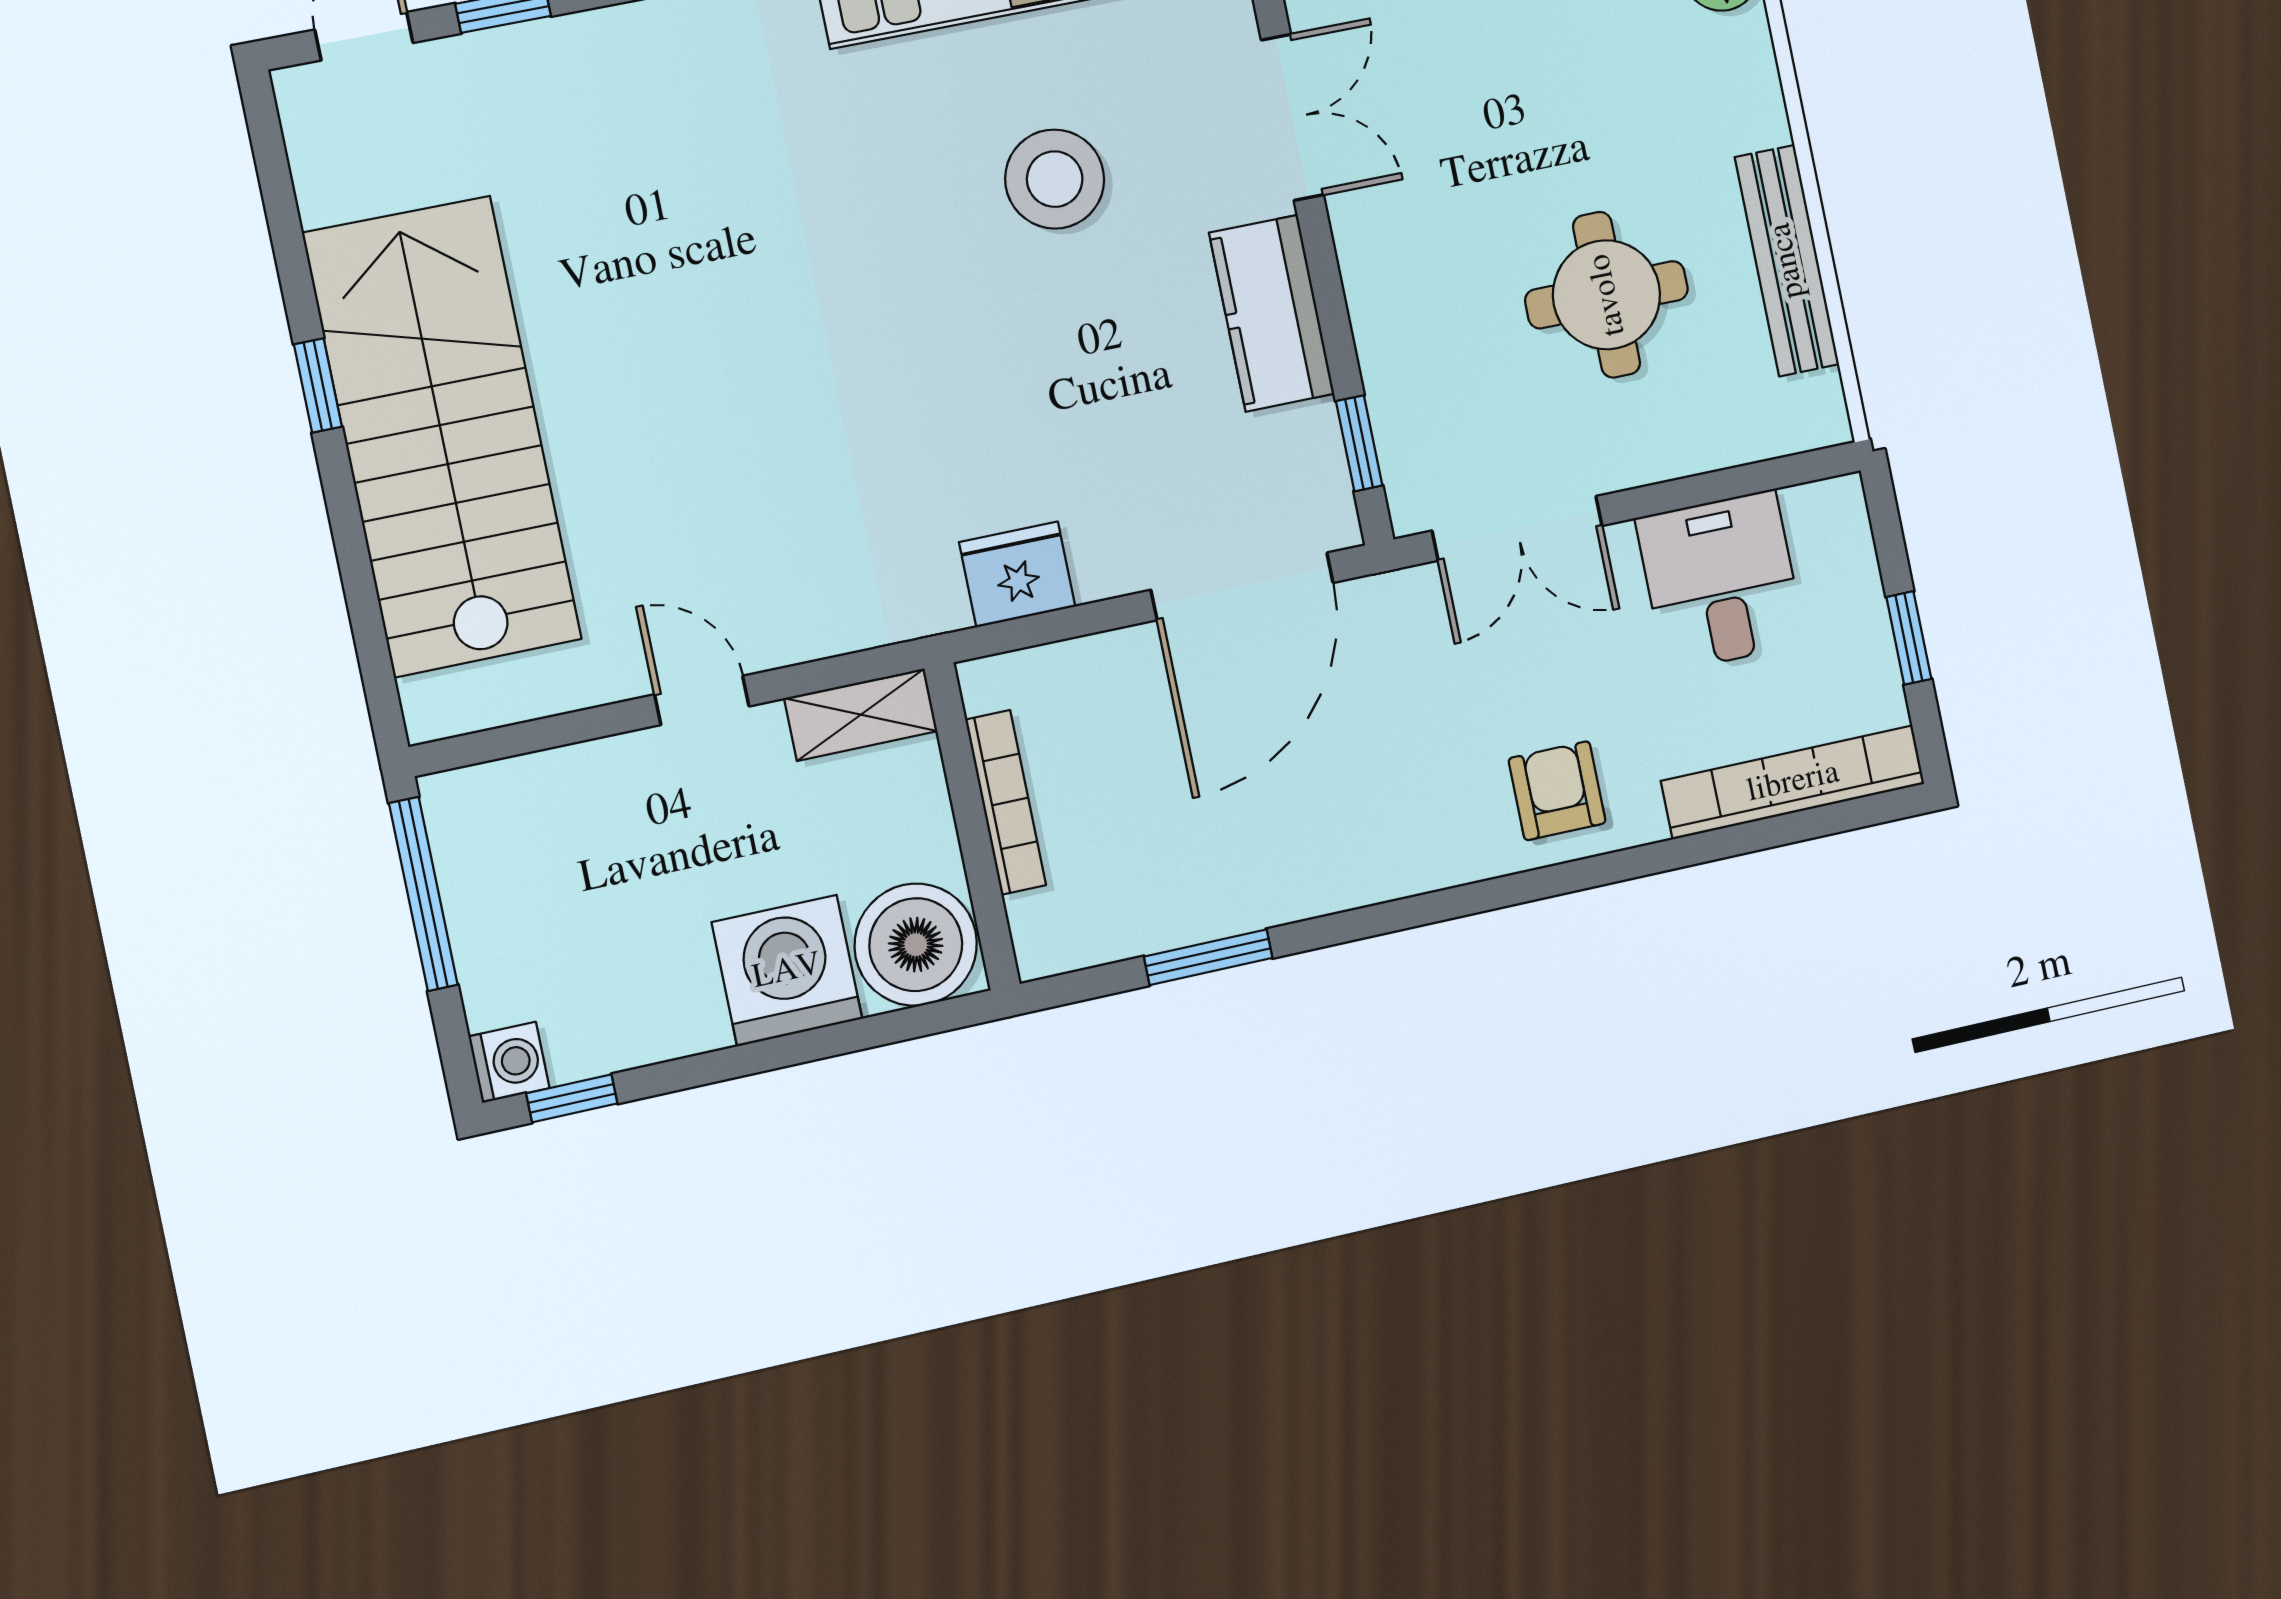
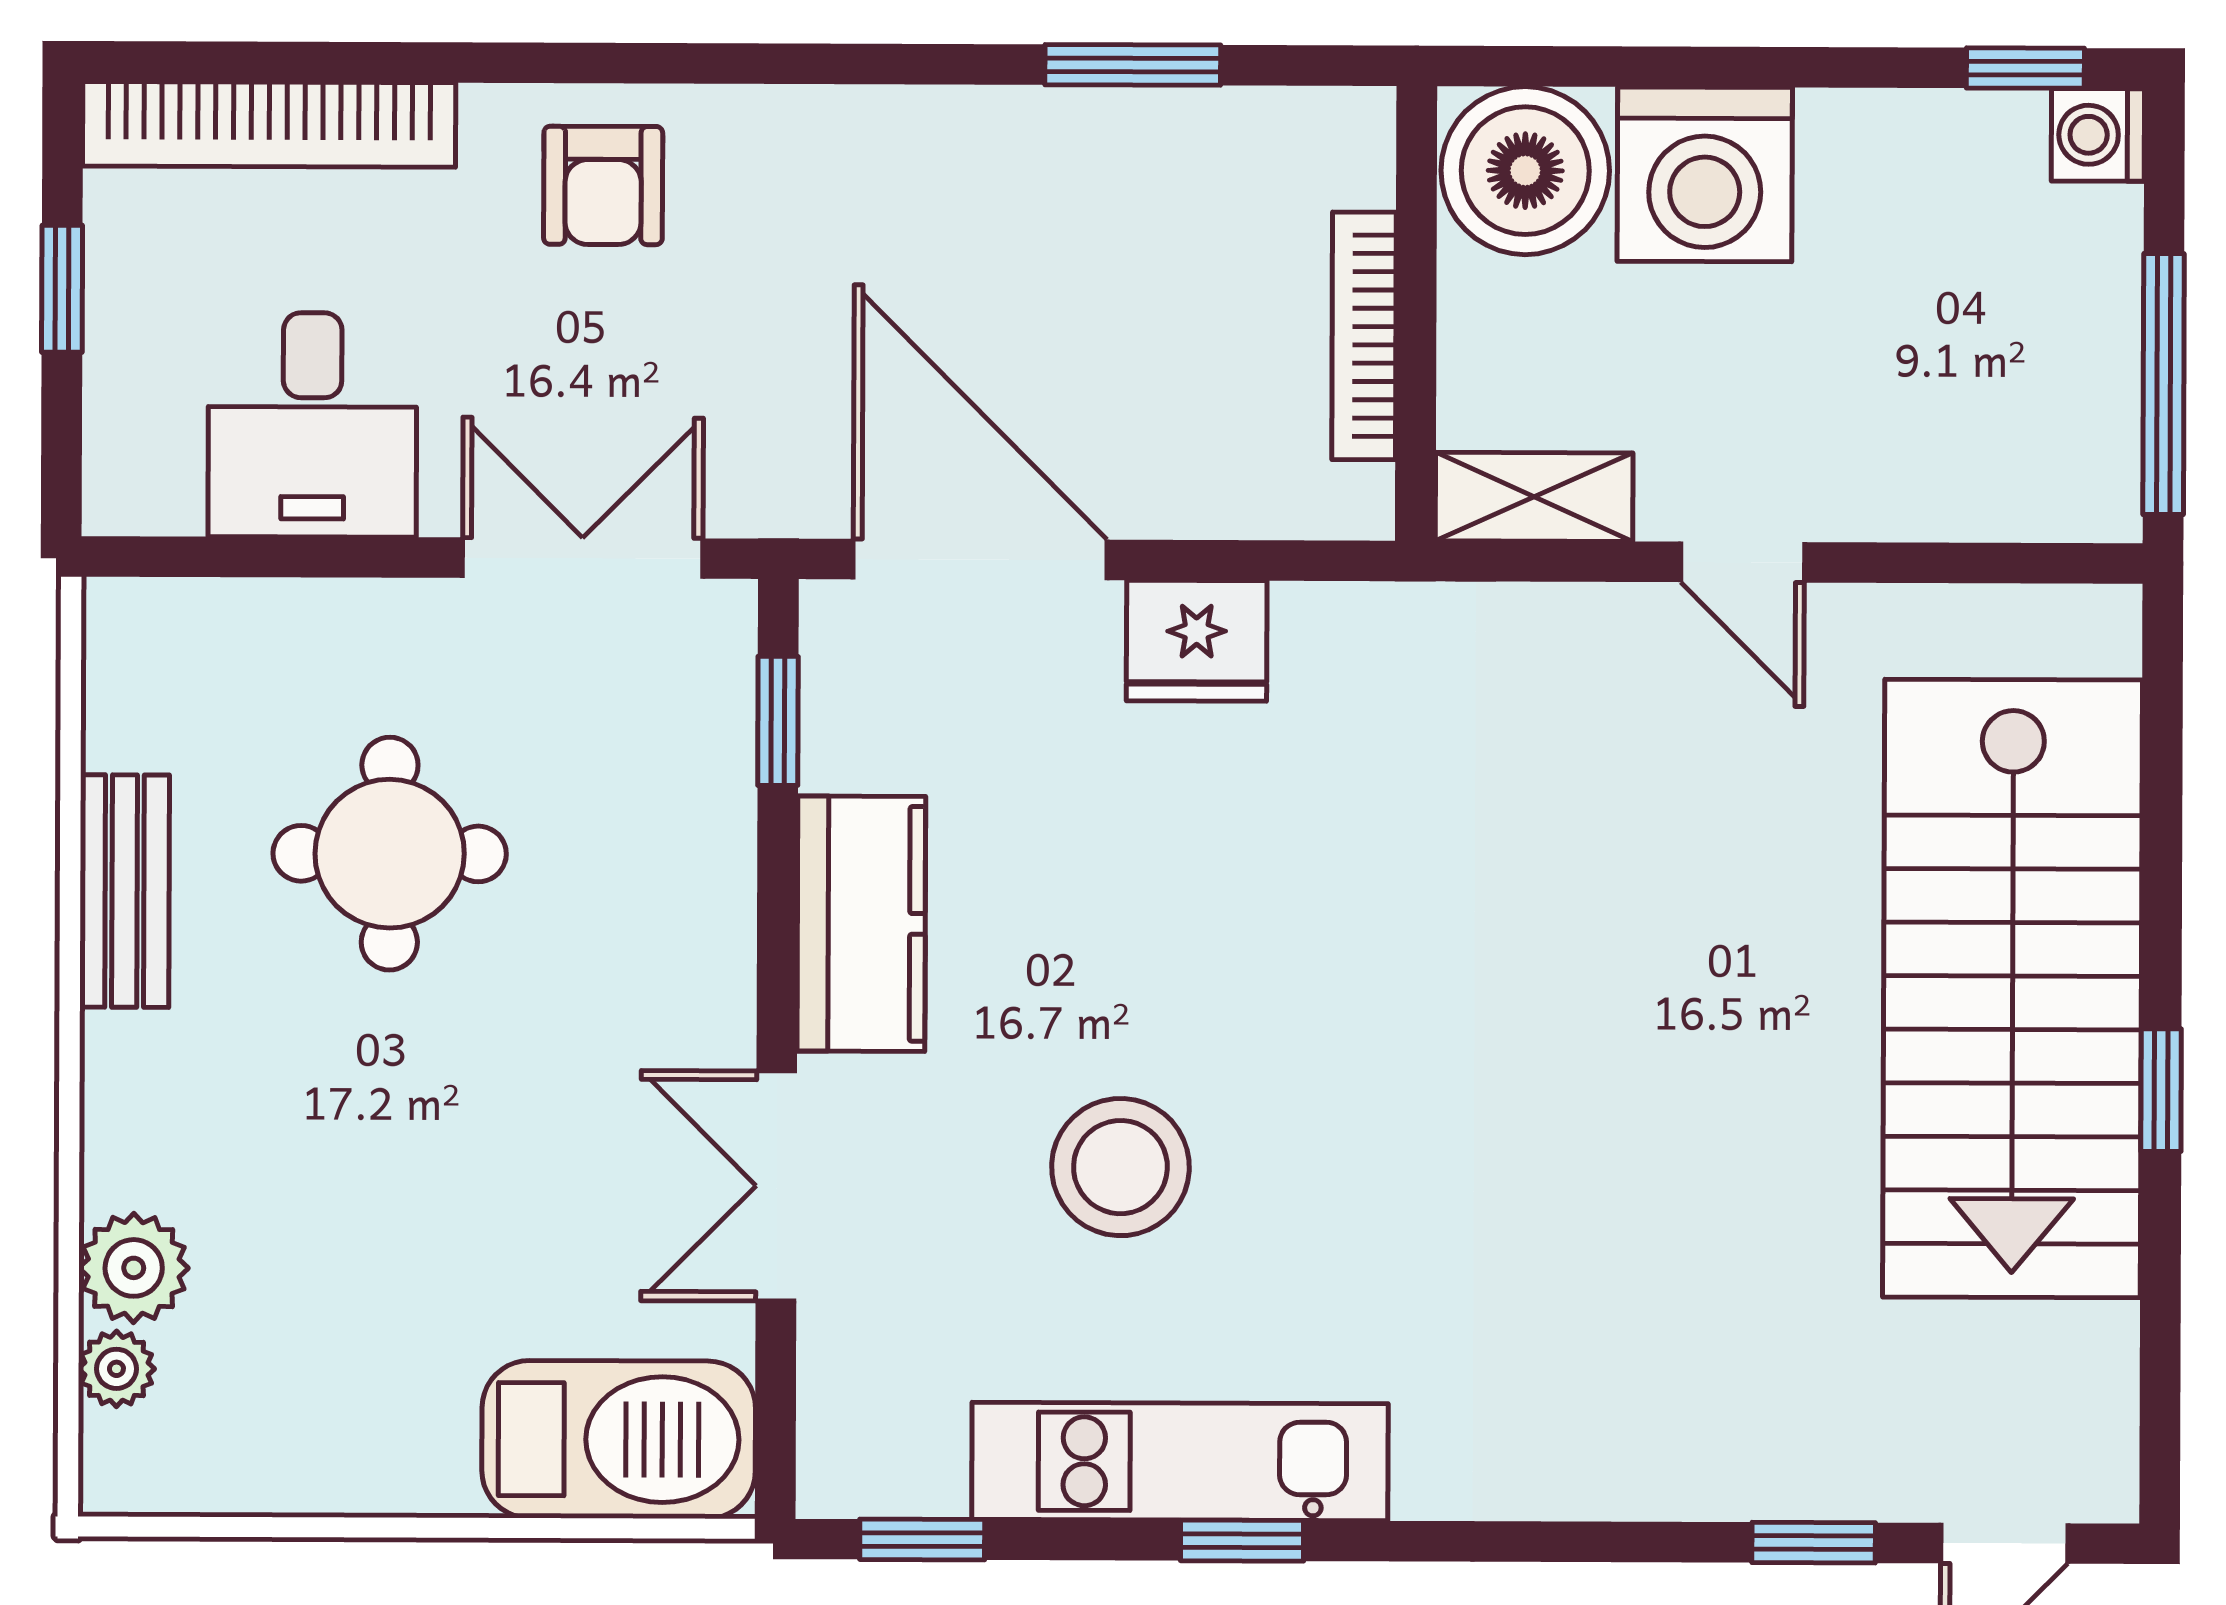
bench: (1787, 261) -> (125, 891), width x0.73
fridge: (1017, 574) -> (1197, 641), moved
door: (1242, 586) -> (980, 560), hinge flipped

